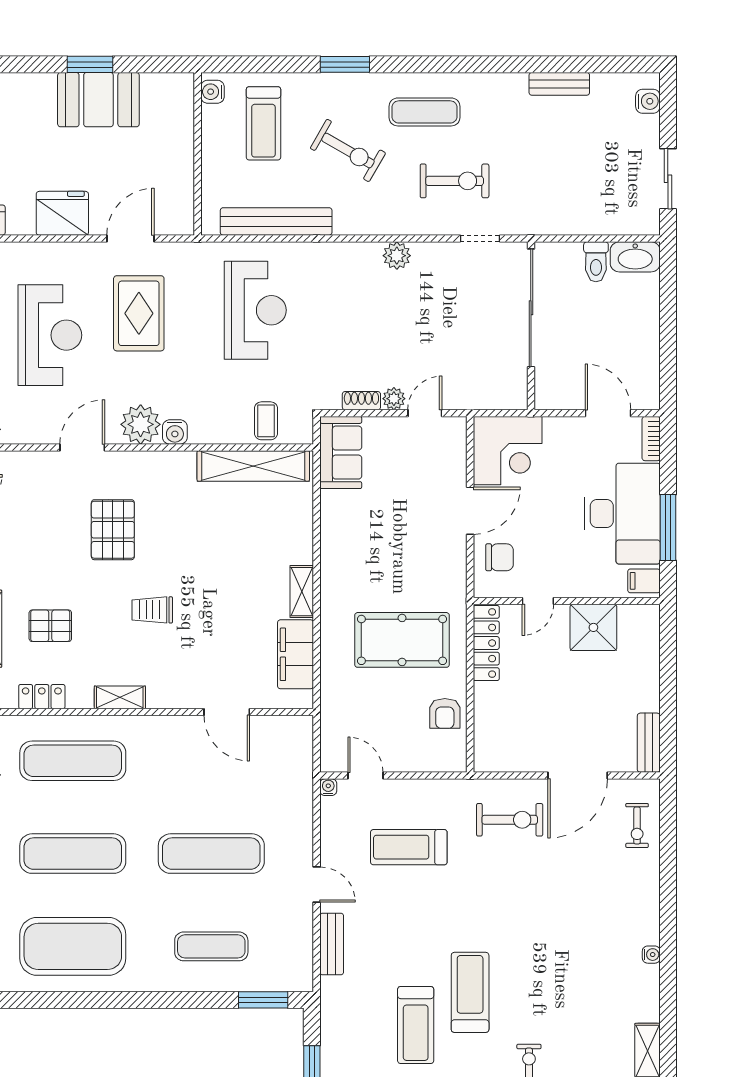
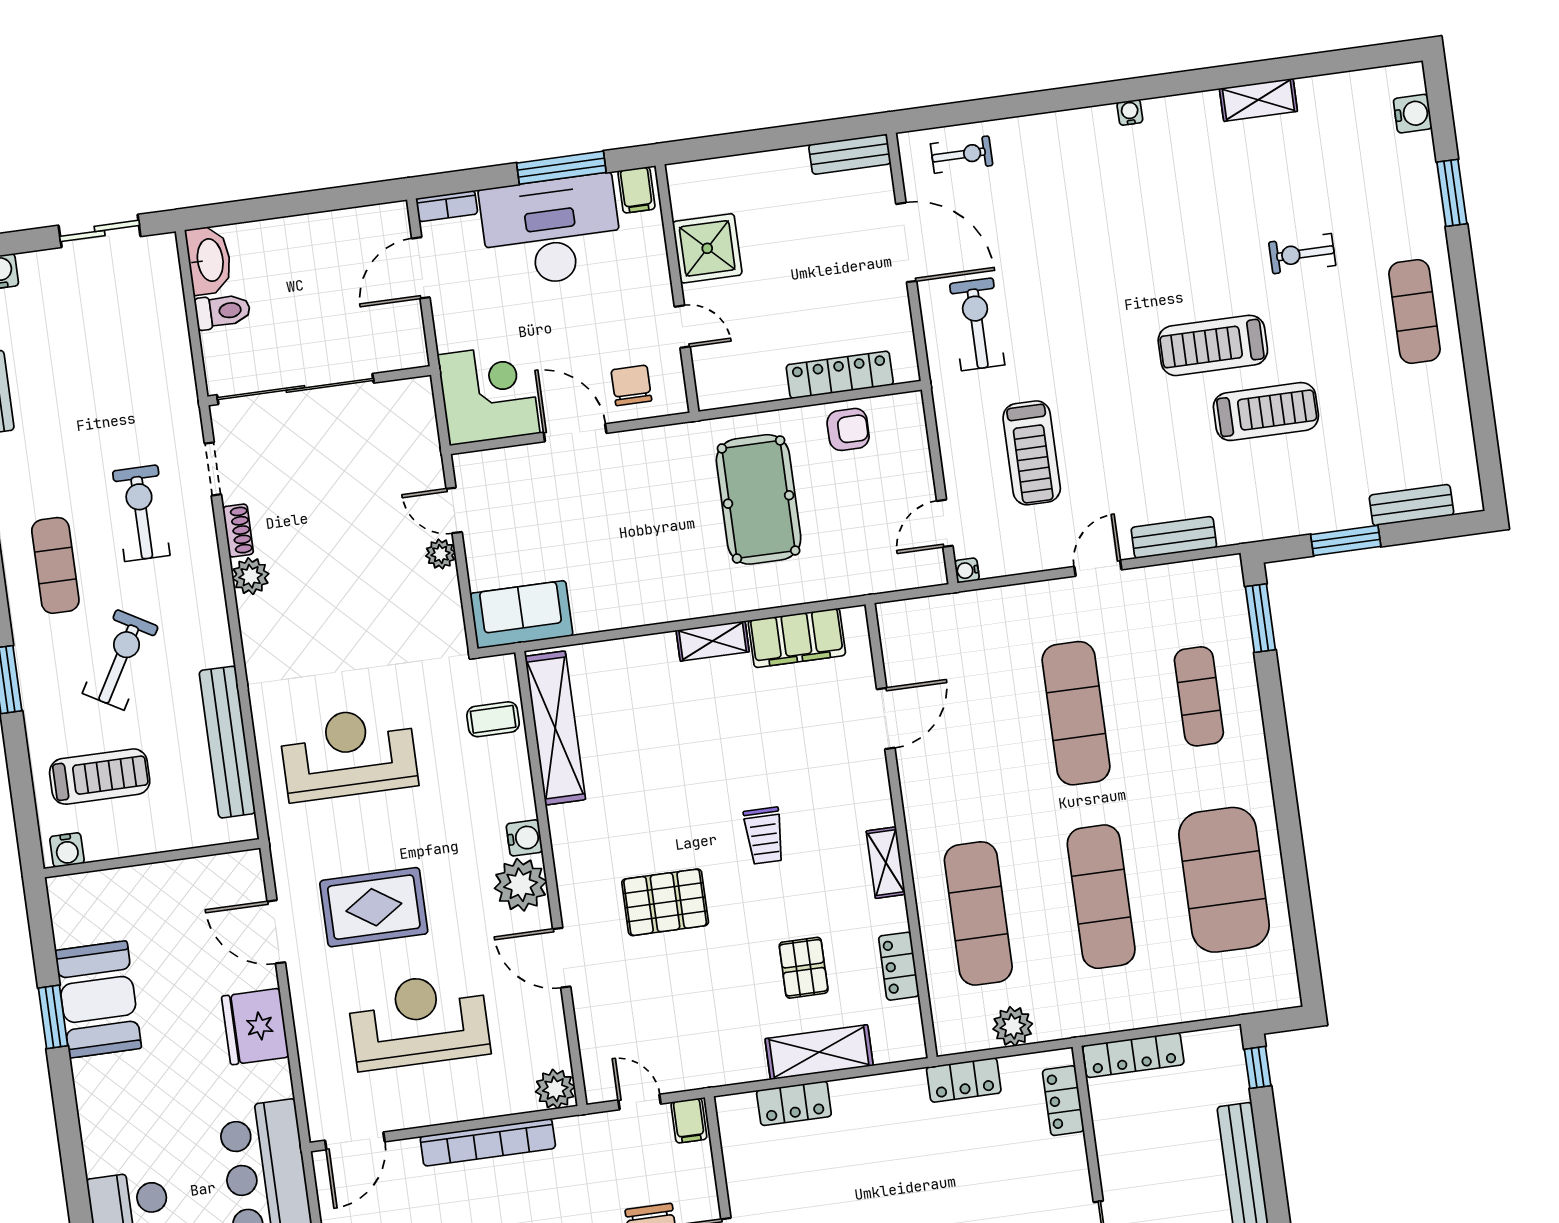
shoe rack: (361, 401) -> (238, 530), moved, turned 180
locker: (486, 643) -> (840, 375), moved

